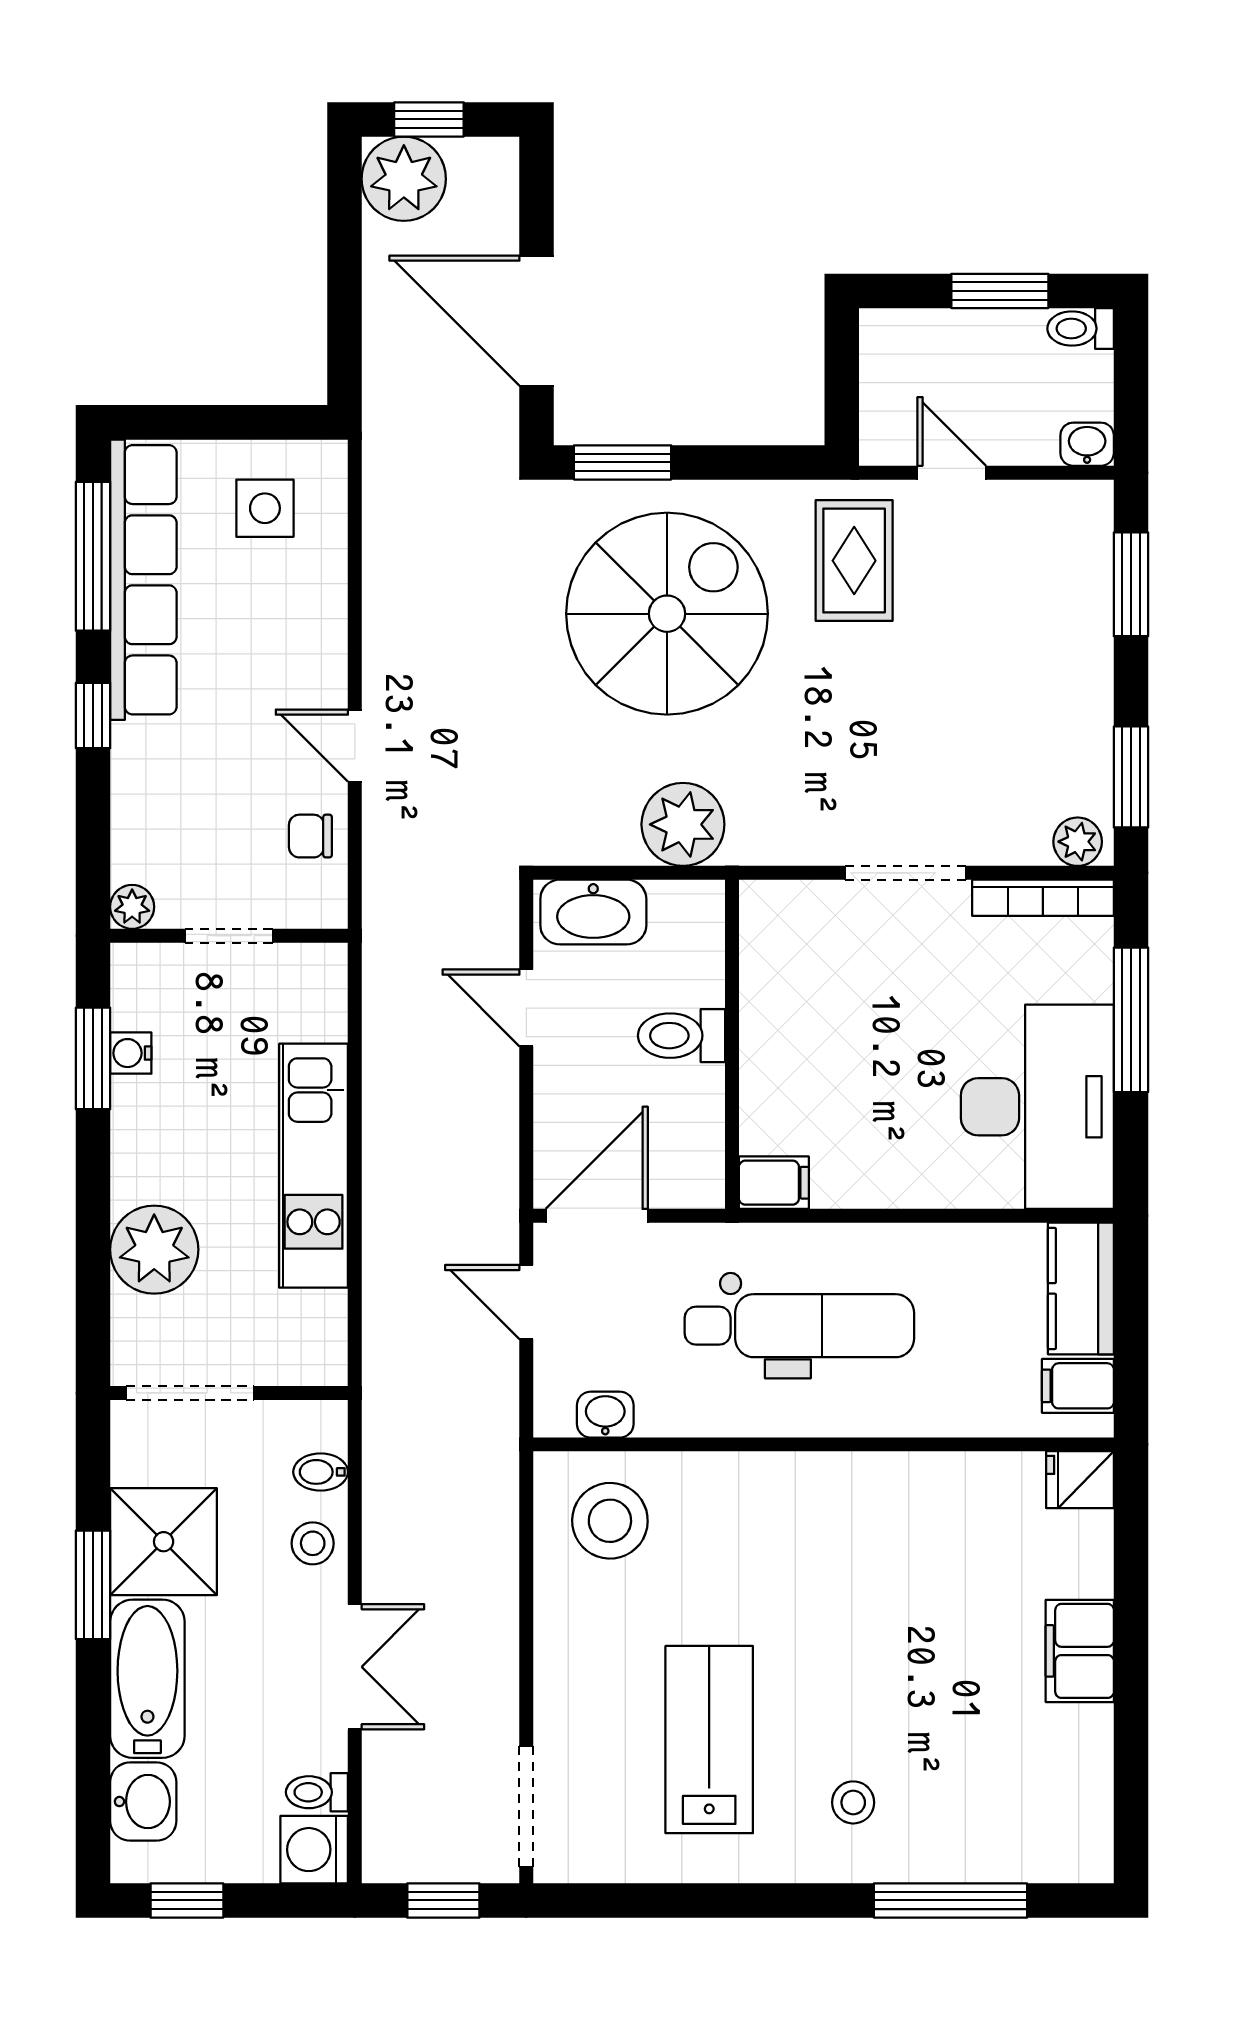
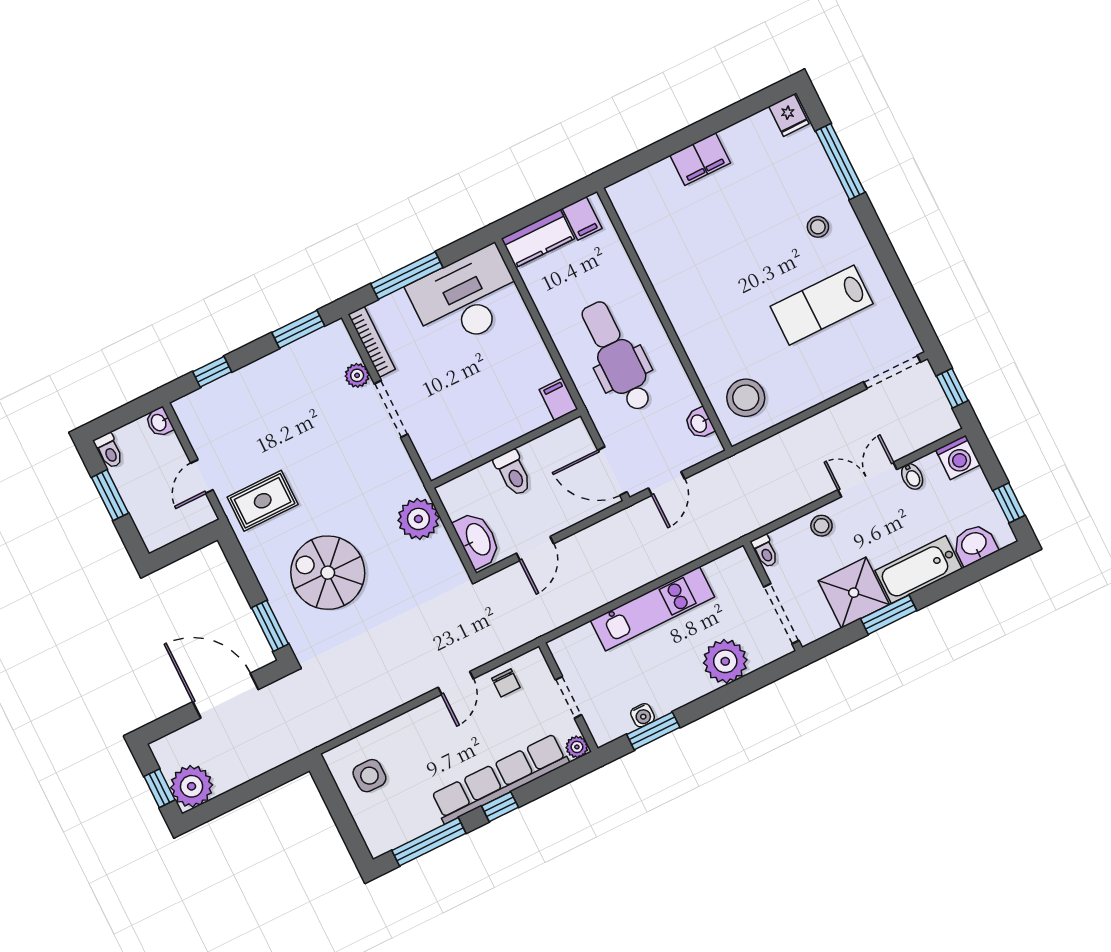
door: (537, 321) -> (226, 696), swing flipped
row of seats: (143, 580) -> (500, 779), moved
window: (1131, 584) -> (212, 372), width x0.67
spiral stairs: (667, 614) -> (328, 573), width x0.73, depth x0.73
plant: (1078, 842) -> (357, 375), moved
bidet: (321, 1472) -> (912, 476), moved
fridge: (1080, 1480) -> (789, 115), moved
toilet: (317, 1792) -> (765, 551), moved

